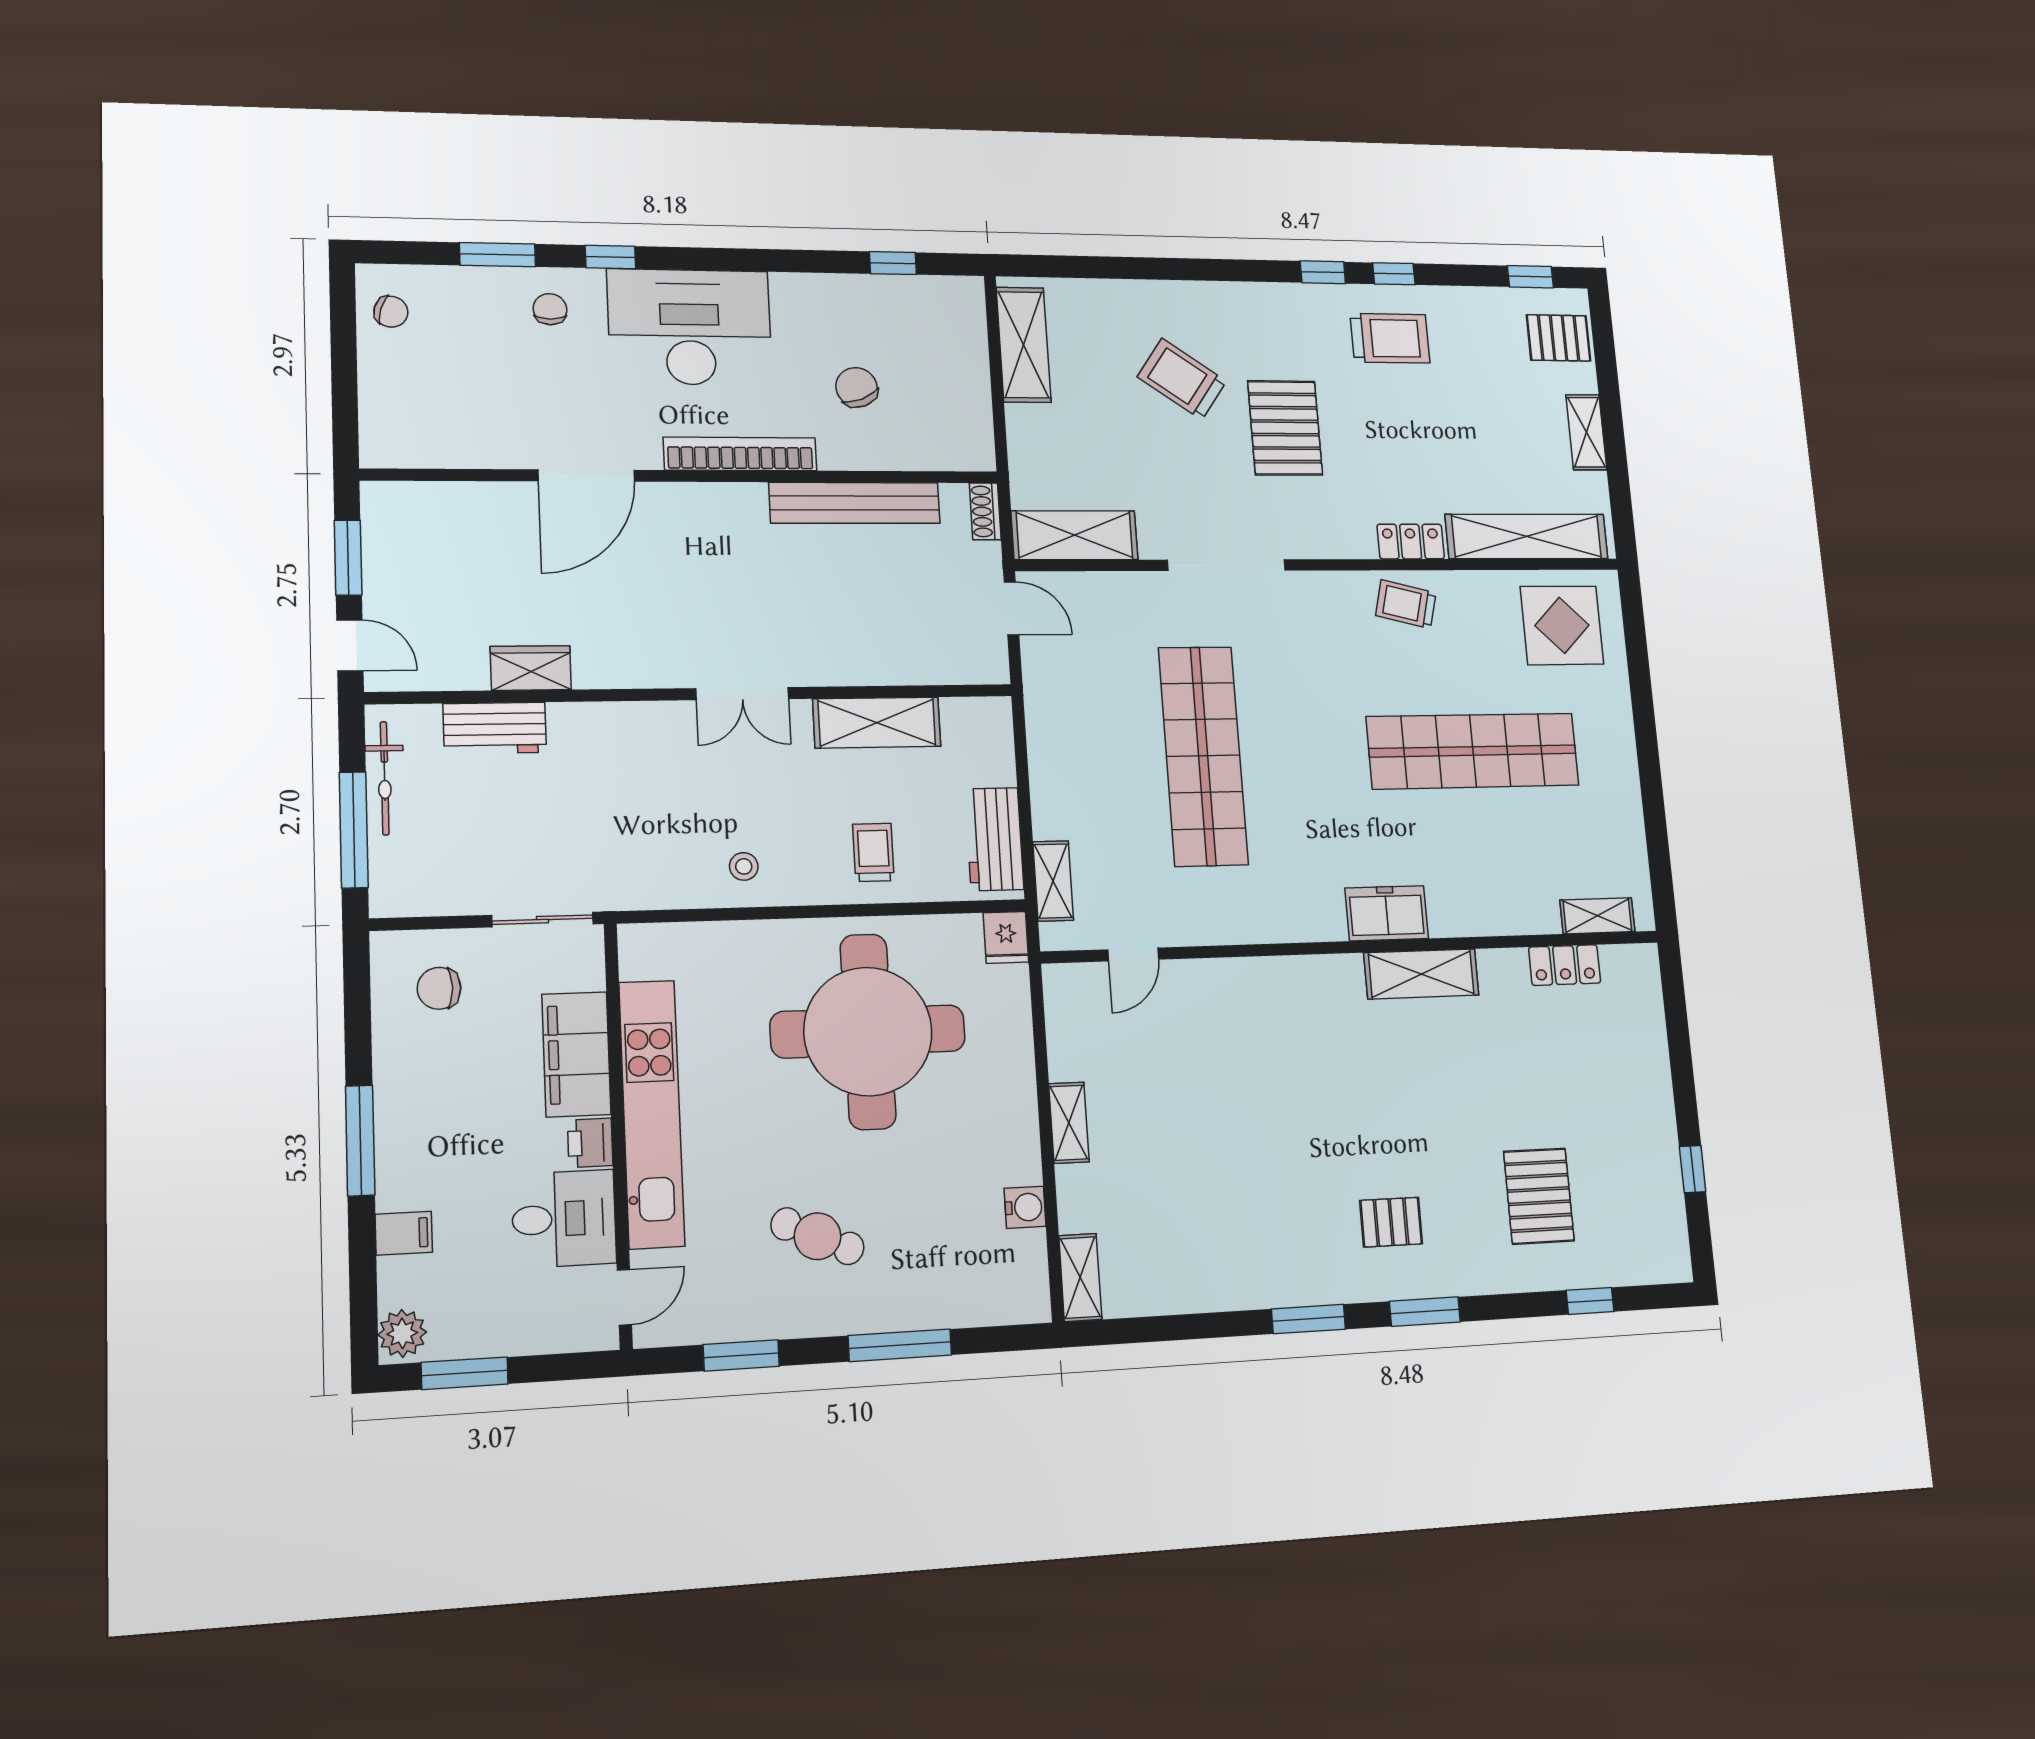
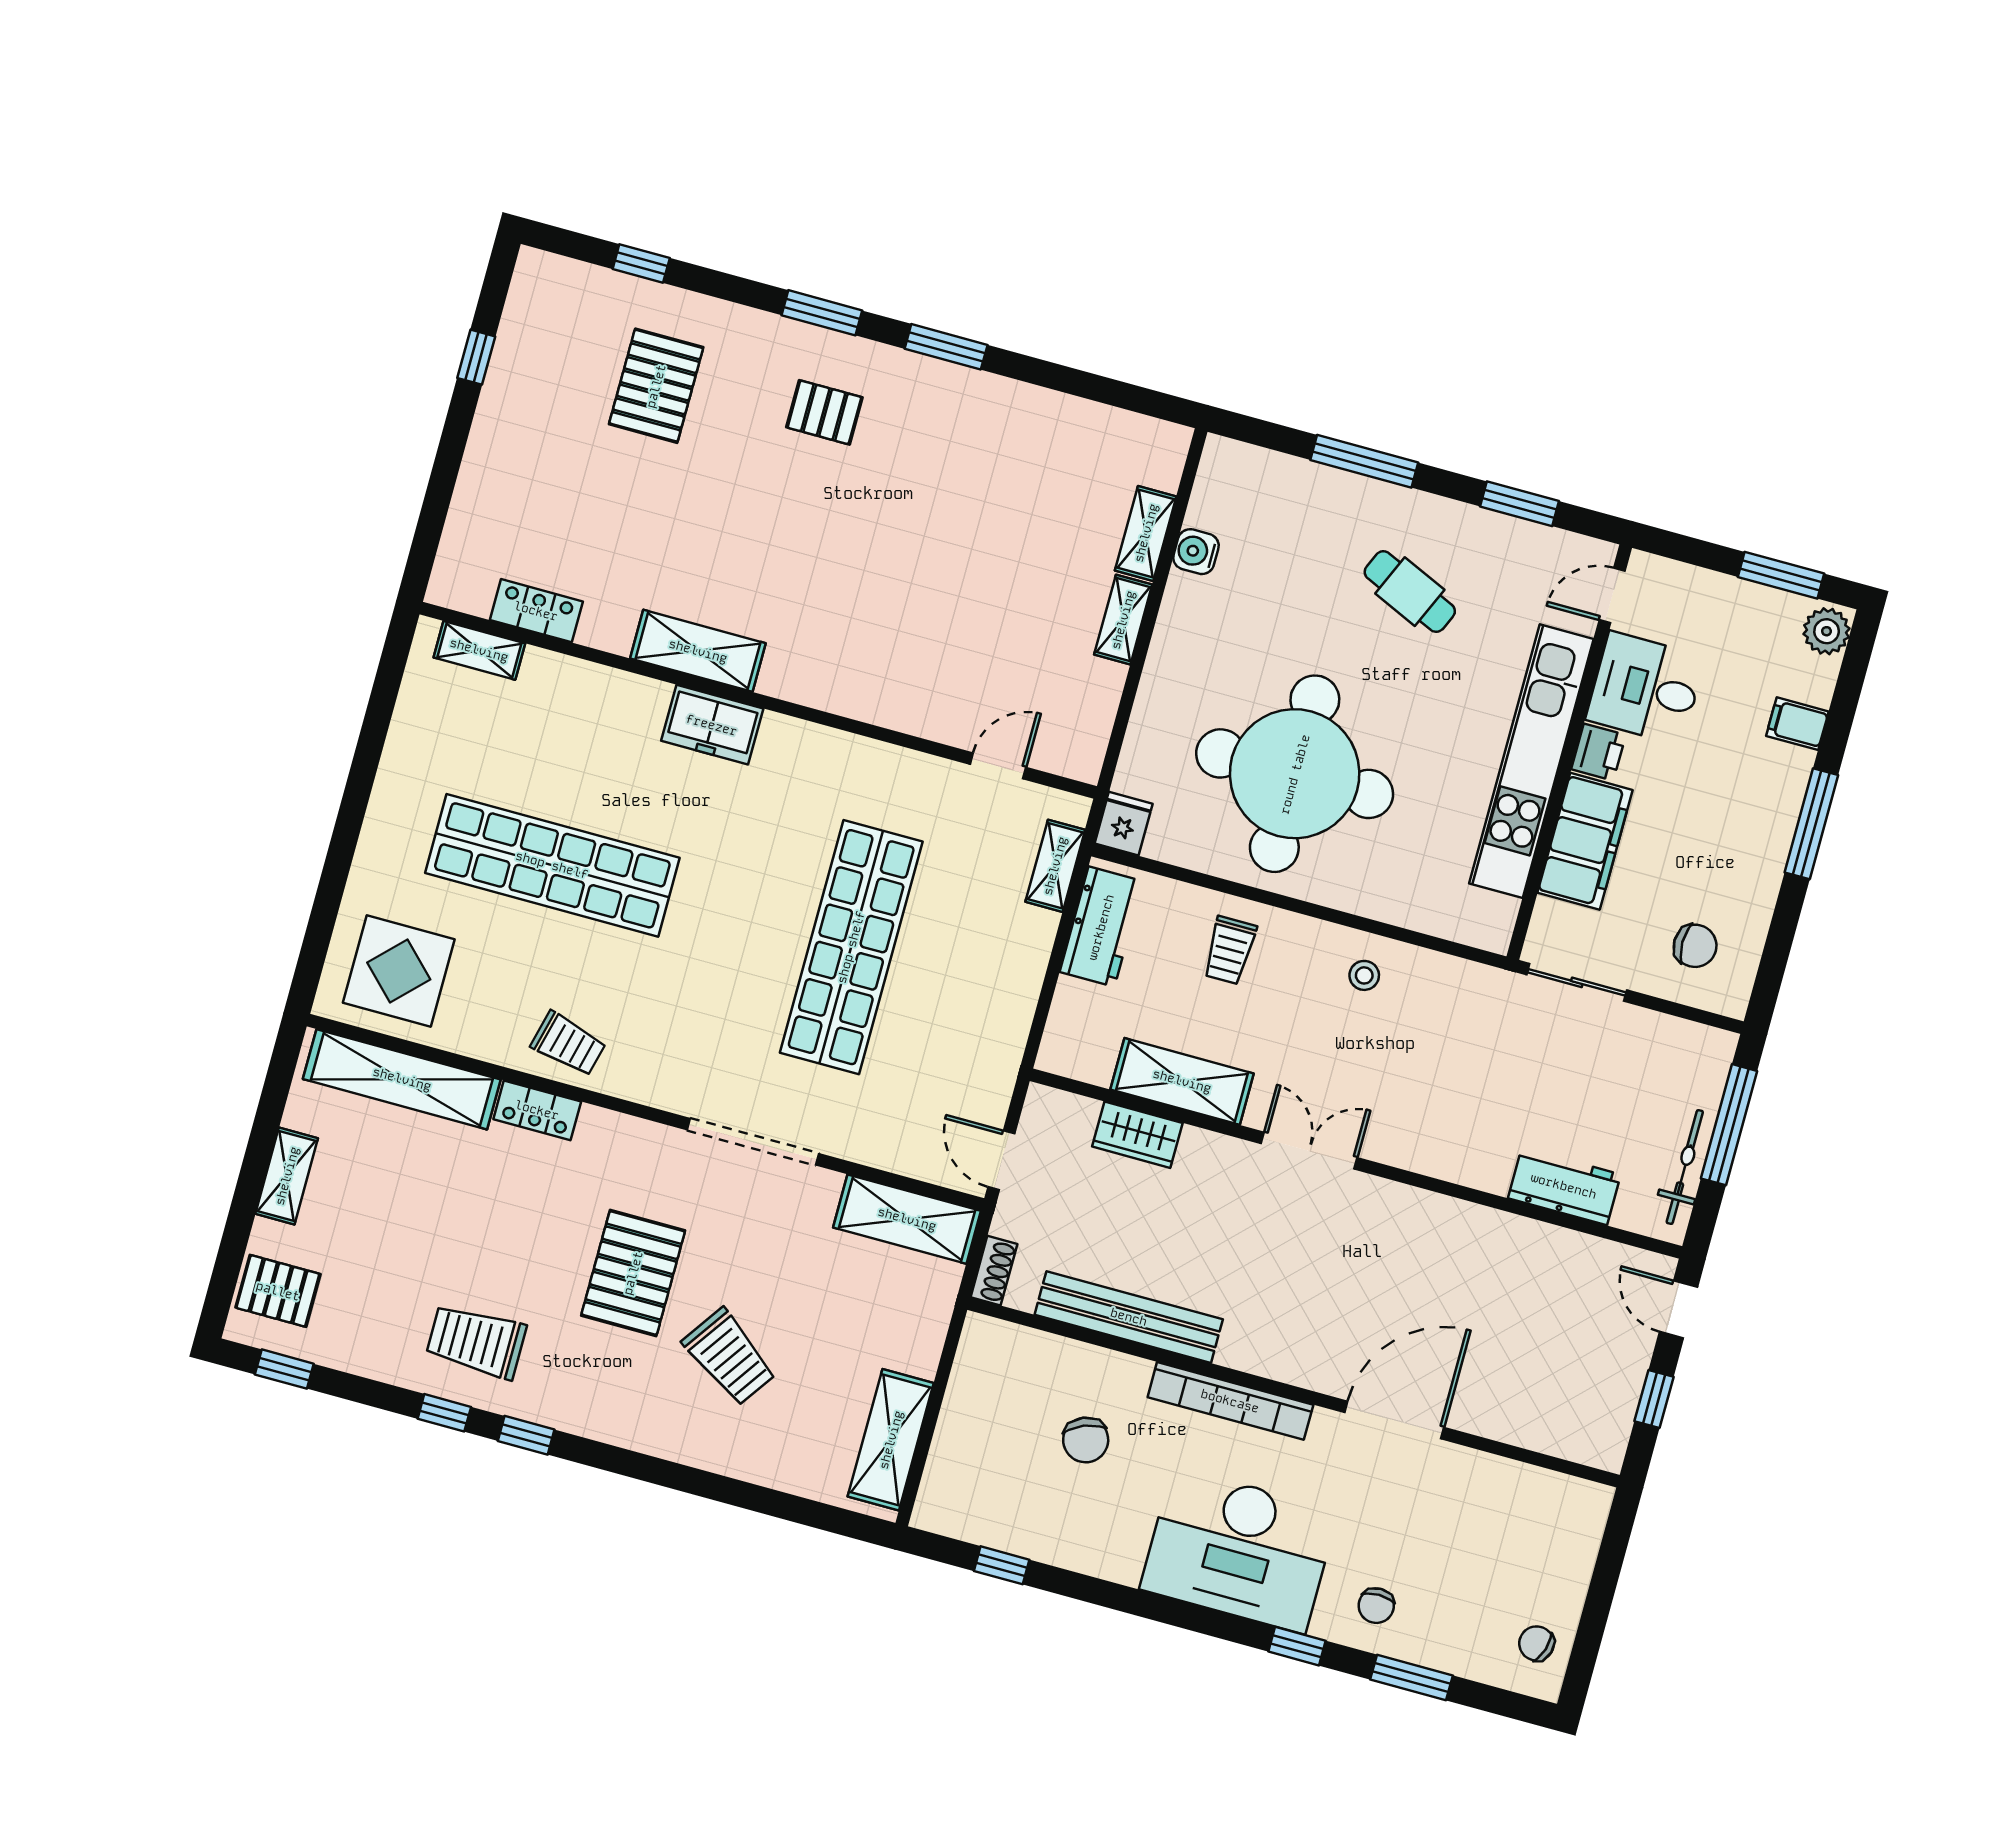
window: (348, 558) -> (1654, 1399), width x0.67
wardrobe: (531, 668) -> (1137, 1135), moved
shelving: (1080, 1277) -> (1146, 533), moved

